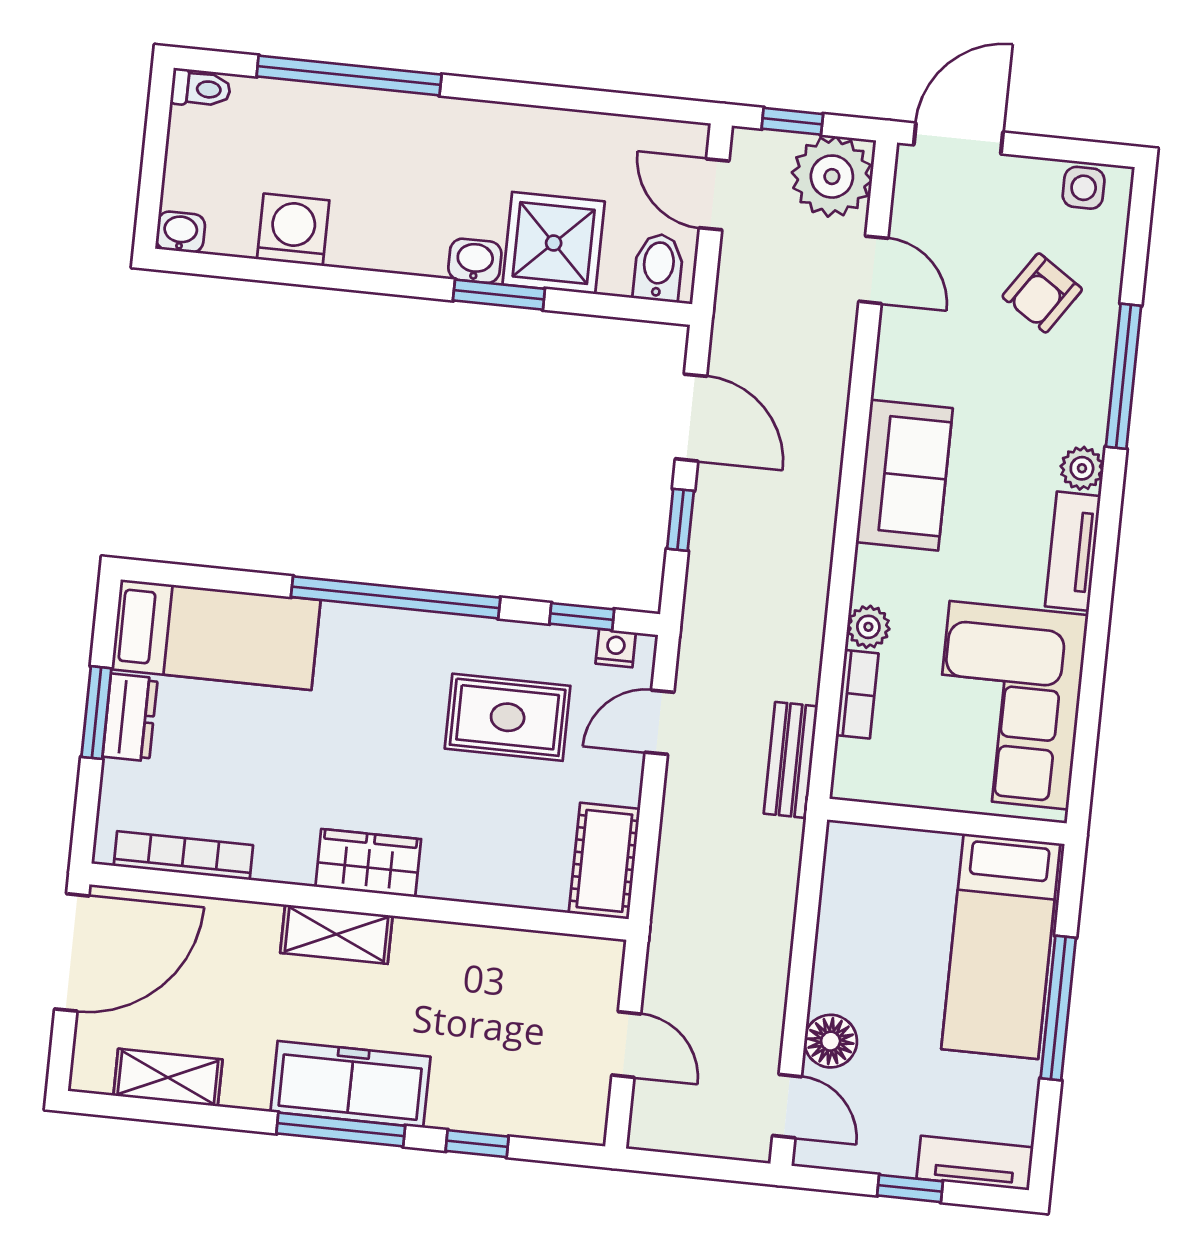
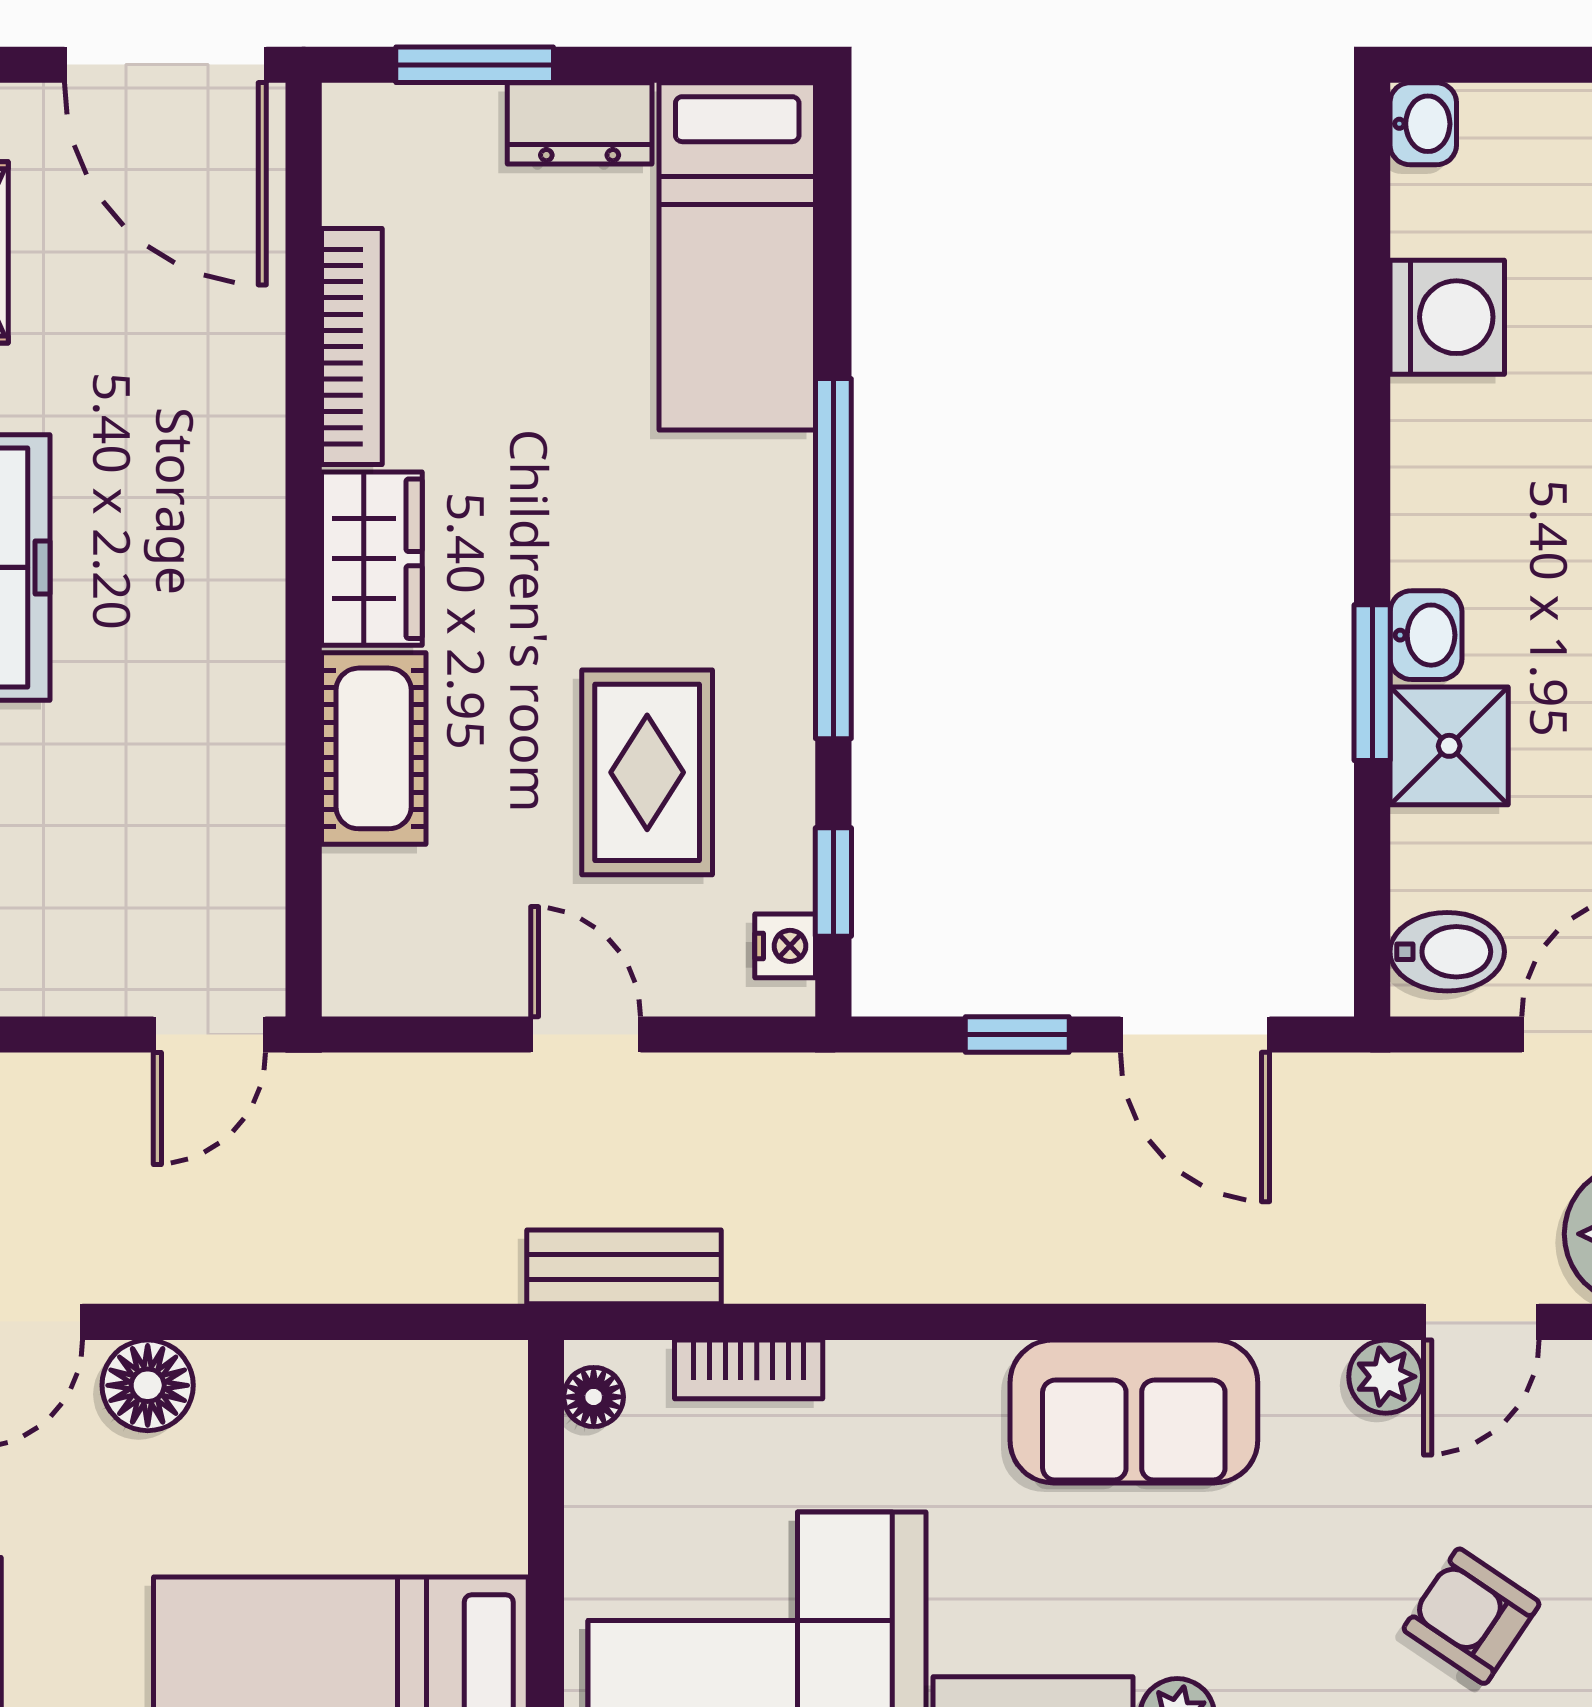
shower: (554, 243) -> (1449, 746), width x0.73, depth x0.73
door: (691, 418) -> (1195, 1035), hinge flipped
plant: (868, 627) -> (1386, 1377), moved
window: (96, 713) -> (475, 65), moved
door: (660, 722) -> (586, 1035), moved
floor lamp: (864, 785) -> (594, 1397), added
bookcase: (183, 856) -> (352, 347), moved
cot: (604, 861) -> (374, 748), moved, turned 90
shelving: (336, 934) -> (244, 517), removed
door: (626, 1044) -> (209, 1035), moved

